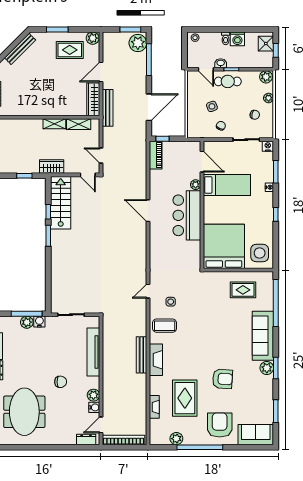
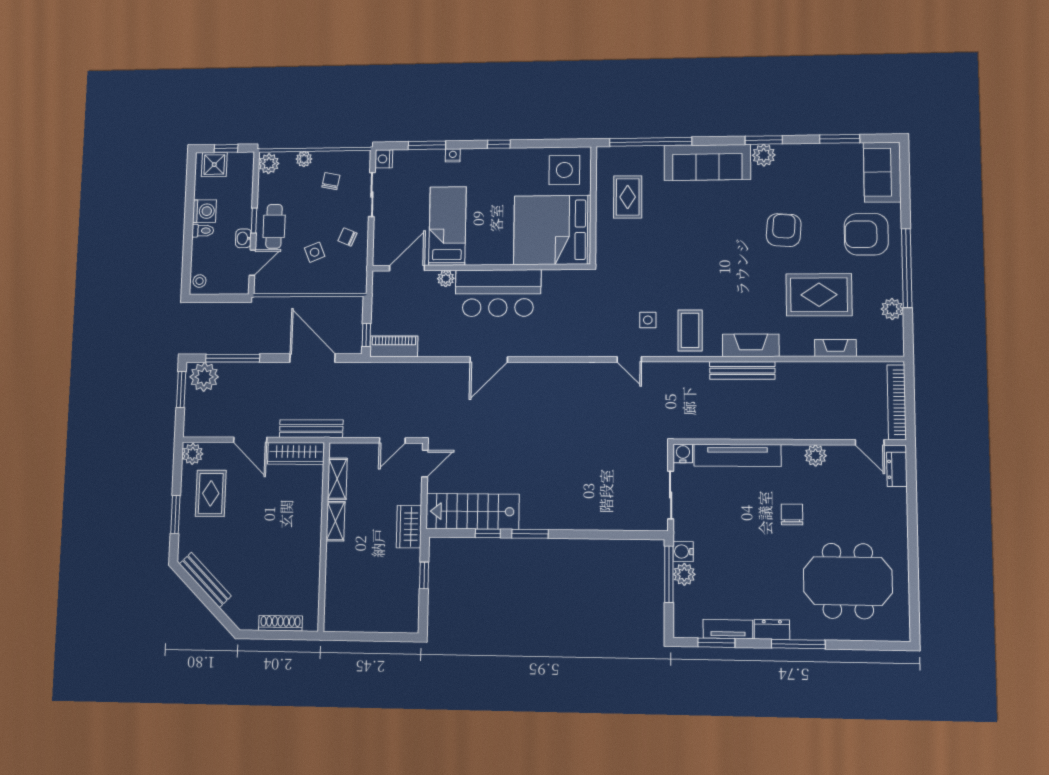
water cooler: (94, 407) -> (683, 453), moved

